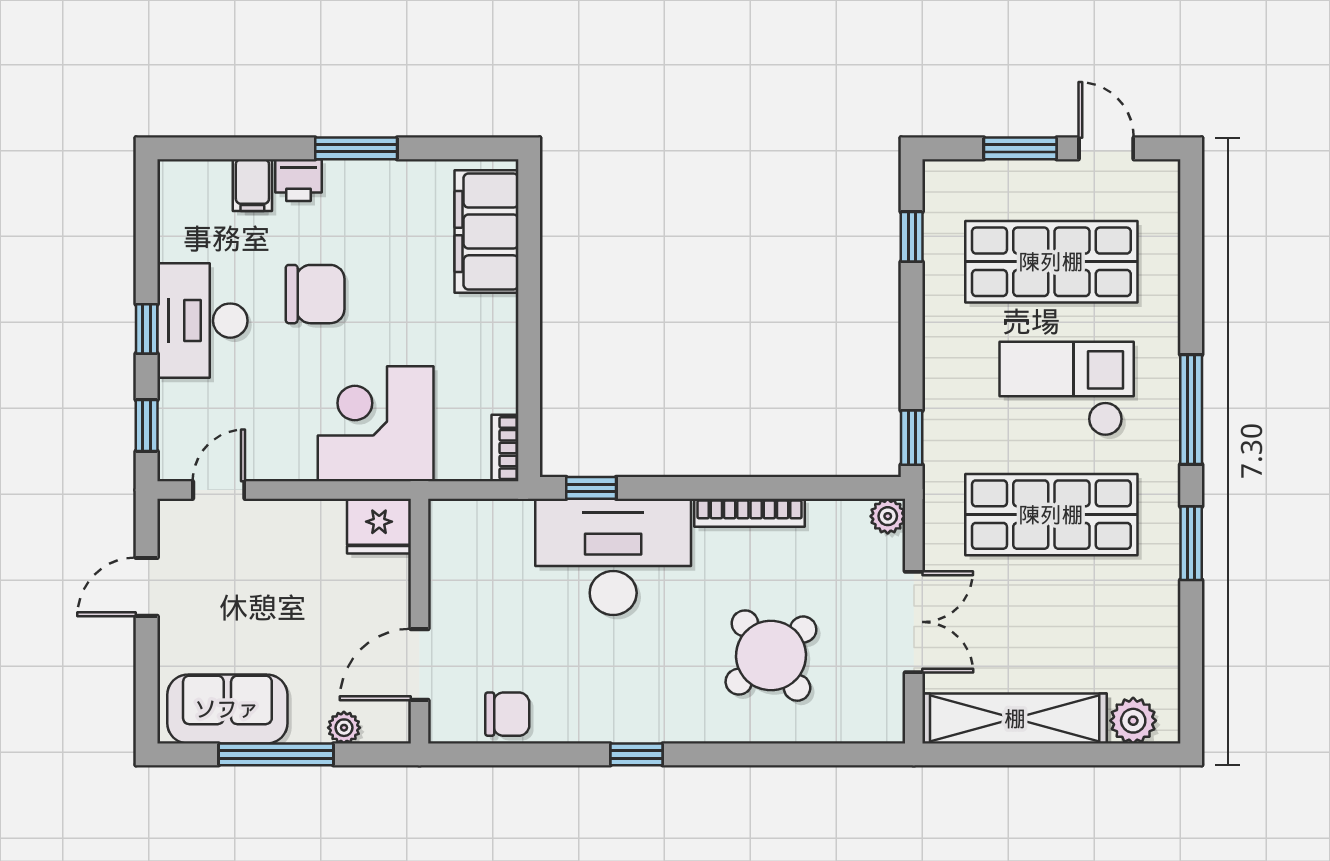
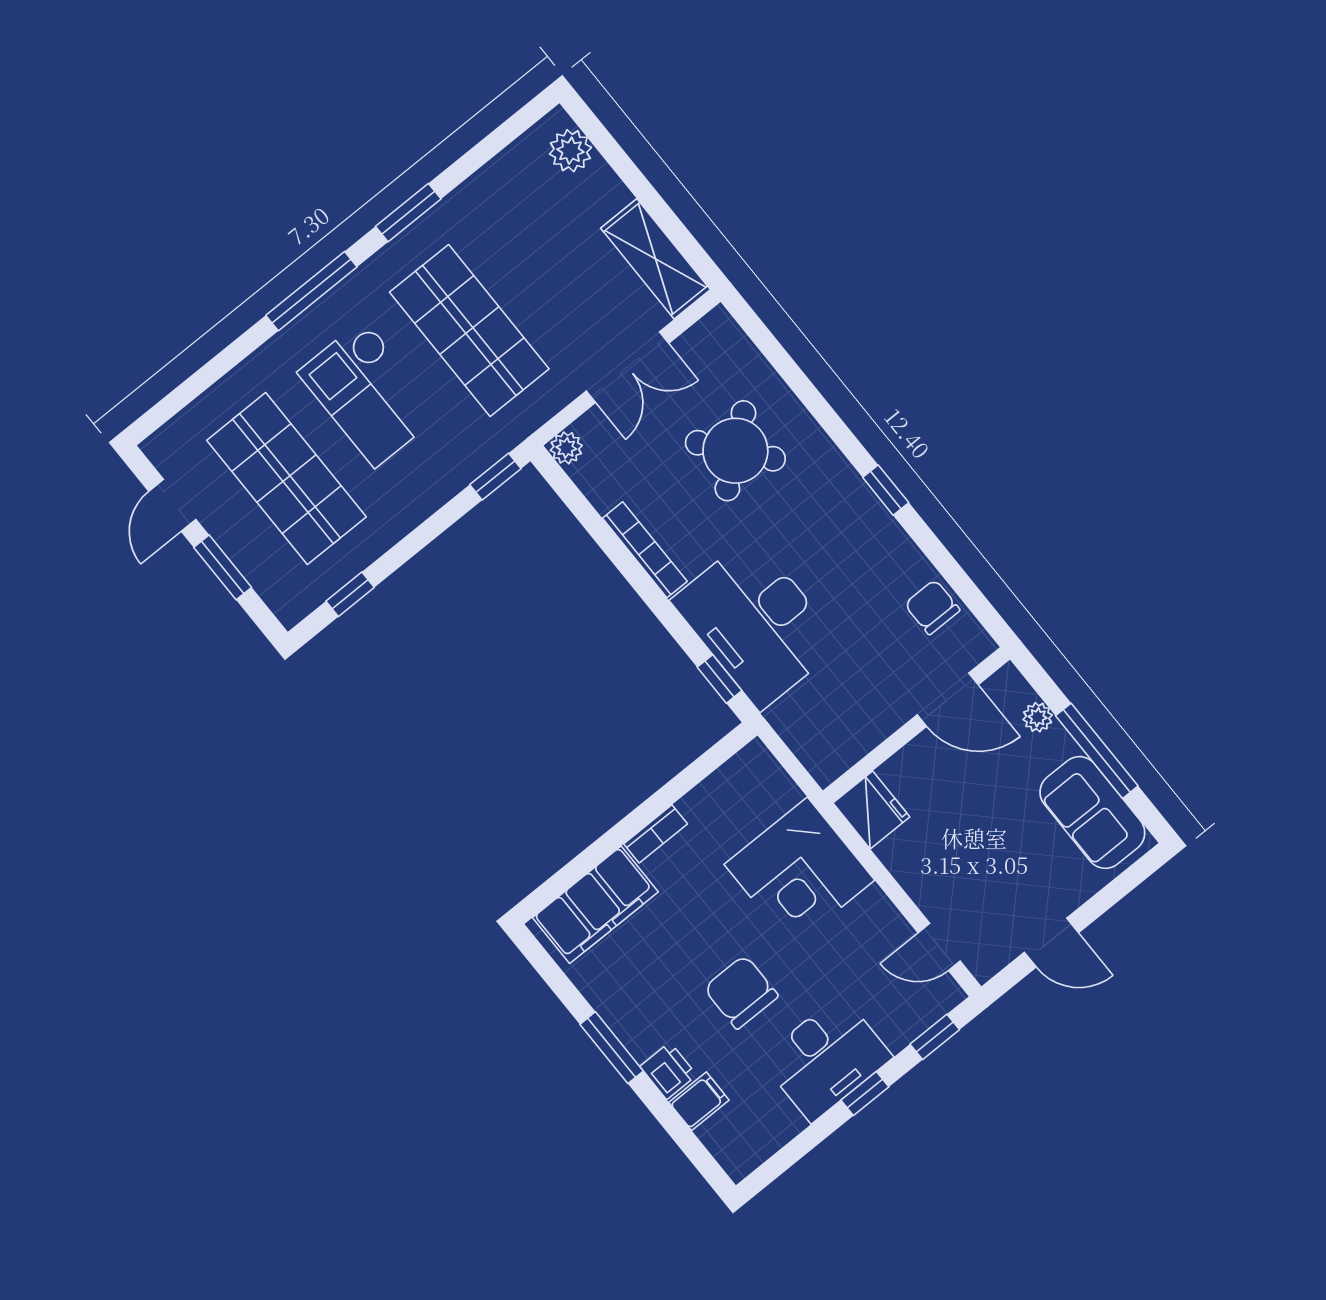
bookcase: (505, 448) -> (656, 834), moved
double door: (914, 622) -> (627, 367), swing flipped
shelving: (1015, 719) -> (656, 259), width x0.68

